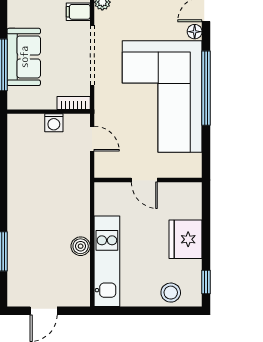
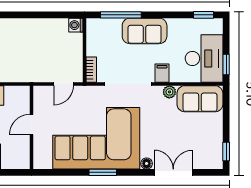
sofa: (24, 57) -> (145, 31), moved
window: (206, 88) -> (103, 172), width x0.47
washing machine: (54, 123) -> (76, 25), moved

